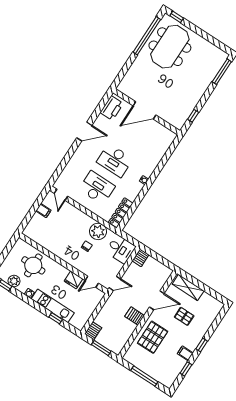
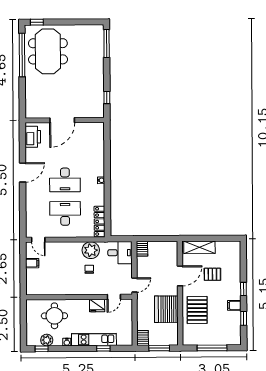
server rack: (135, 316) -> (166, 309), width x2.18, depth x1.44

